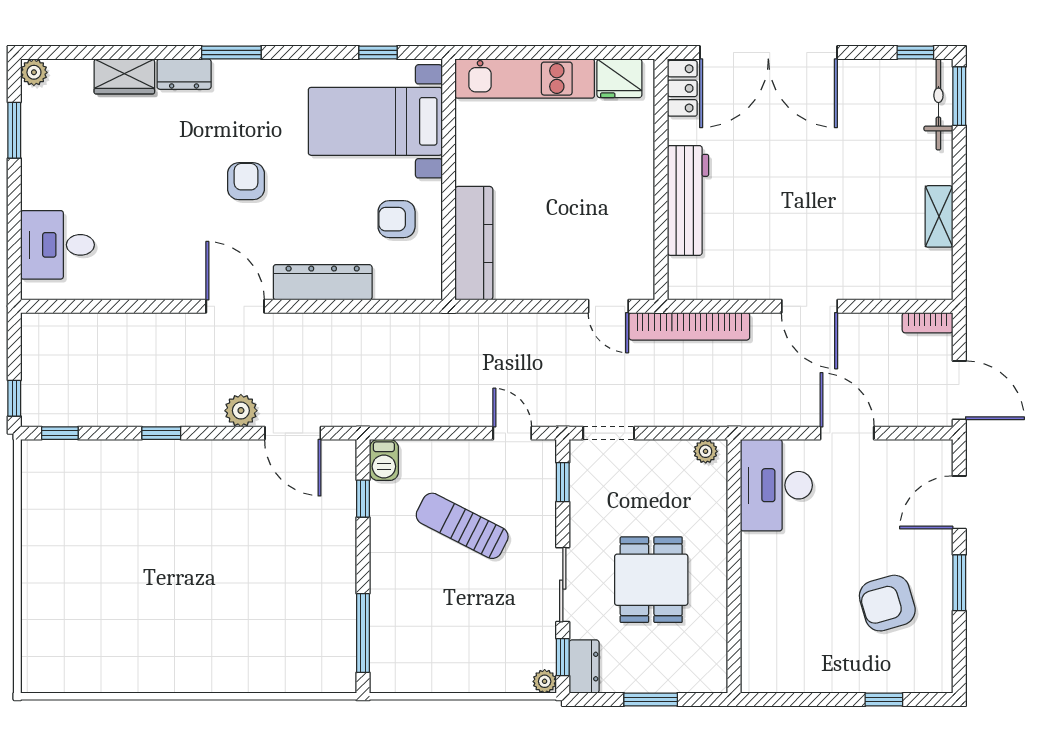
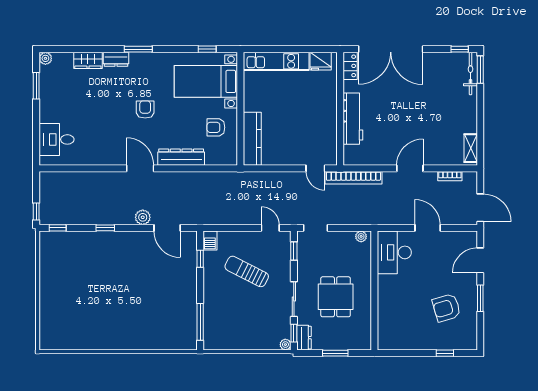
shelving: (939, 216) -> (471, 148), moved
door: (809, 306) -> (410, 168), swing flipped
bookcase: (928, 323) -> (450, 176), moved

